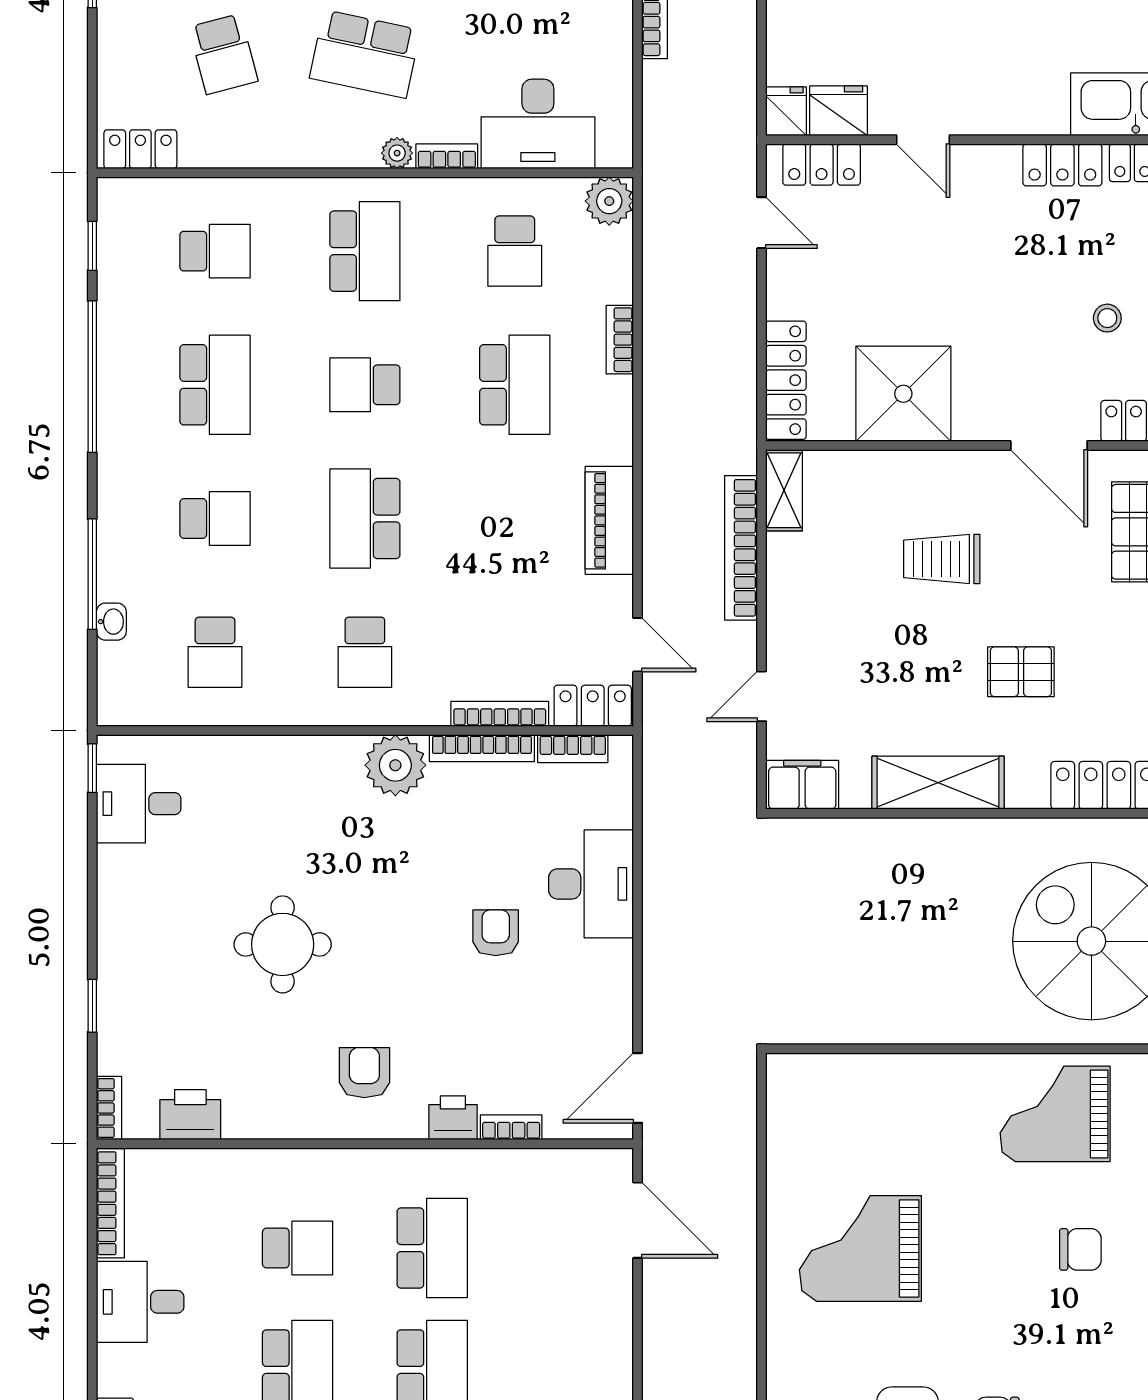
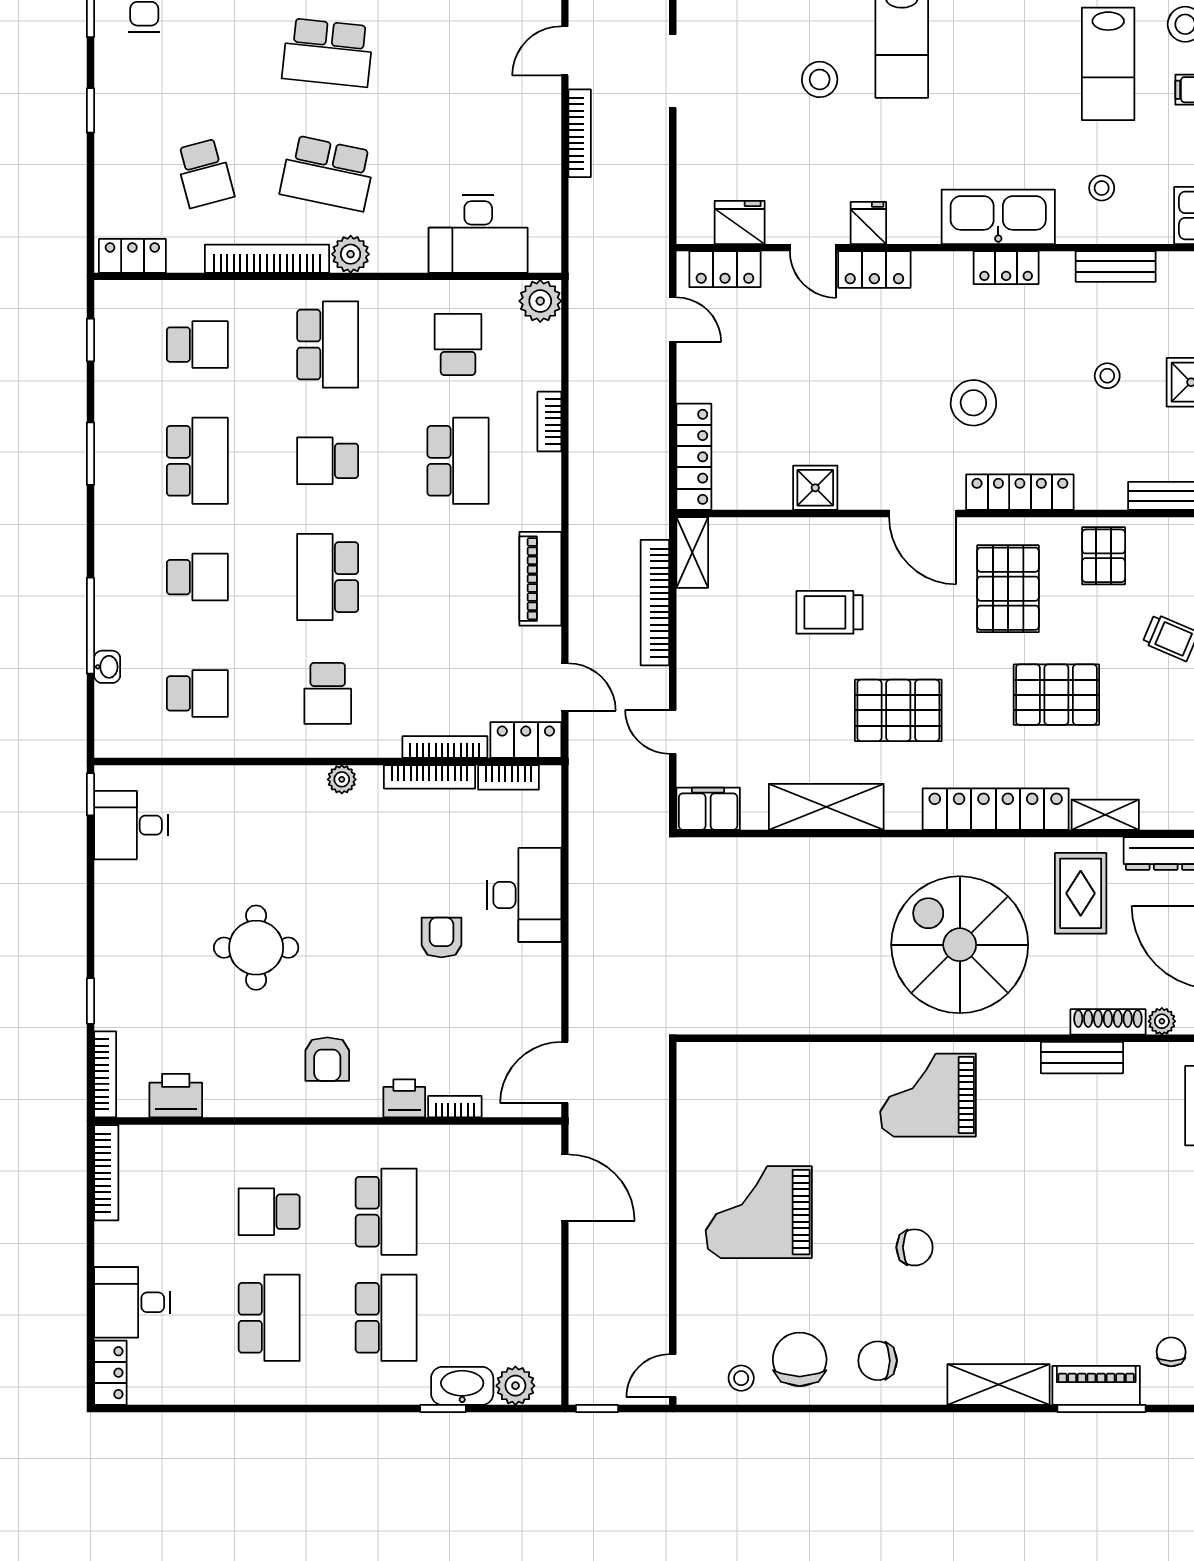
fridge: (786, 111) -> (868, 223), moved
plant: (397, 153) -> (351, 254), width x1.38, depth x1.38
bookcase: (447, 156) -> (267, 259), moved, width x2.31, depth x1.31
locker: (1062, 165) -> (874, 270), moved
school desk: (515, 251) -> (458, 345), turned 180
stool: (1107, 318) -> (973, 403), width x1.89, depth x1.89
window: (92, 377) -> (90, 454), width x0.47
shower: (903, 394) -> (815, 488), width x0.54, depth x0.54
school desk: (215, 652) -> (197, 693), turned -90
pallet: (1021, 672) -> (898, 710), width x1.50, depth x1.42
door: (762, 696) -> (673, 732), hinge flipped
plant: (395, 765) -> (342, 779), width x0.53, depth x0.53
armchair: (364, 1073) -> (327, 1059), turned 180
bookcase: (109, 1108) -> (105, 1074), width x1.56
school desk: (298, 1248) -> (269, 1212), turned 180
chair: (1080, 1249) -> (915, 1247), moved
desk: (140, 1302) -> (132, 1302), moved

